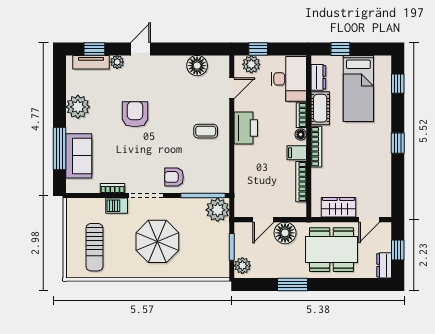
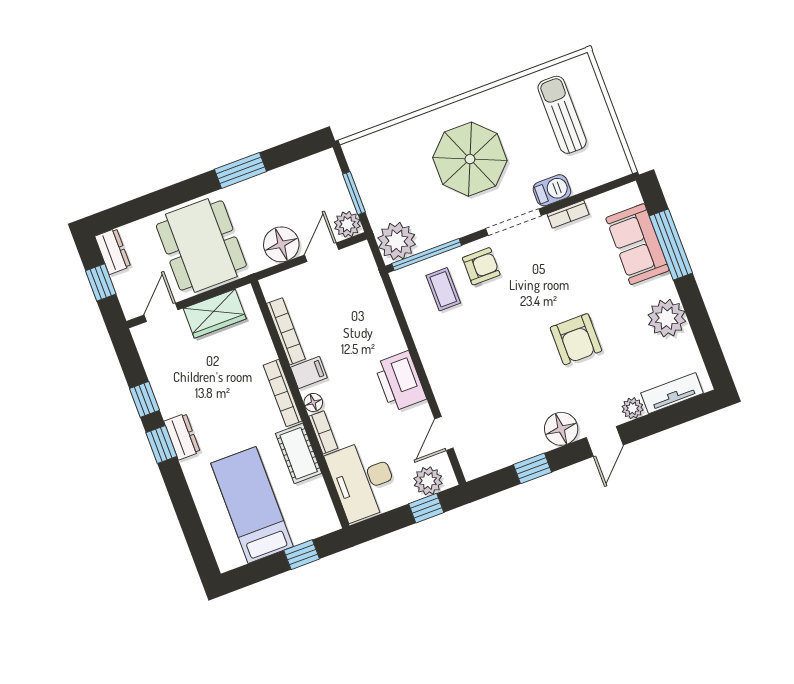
window: (94, 49) -> (533, 468), moved
floor lamp: (197, 66) -> (561, 429), moved
dresser: (318, 77) -> (182, 437), moved, turned 180
window: (398, 84) -> (145, 399), moved
coffee table: (206, 131) -> (443, 289), moved, turned 90
dining table: (331, 250) -> (201, 245), turned 90
plant: (242, 266) -> (347, 224), moved

